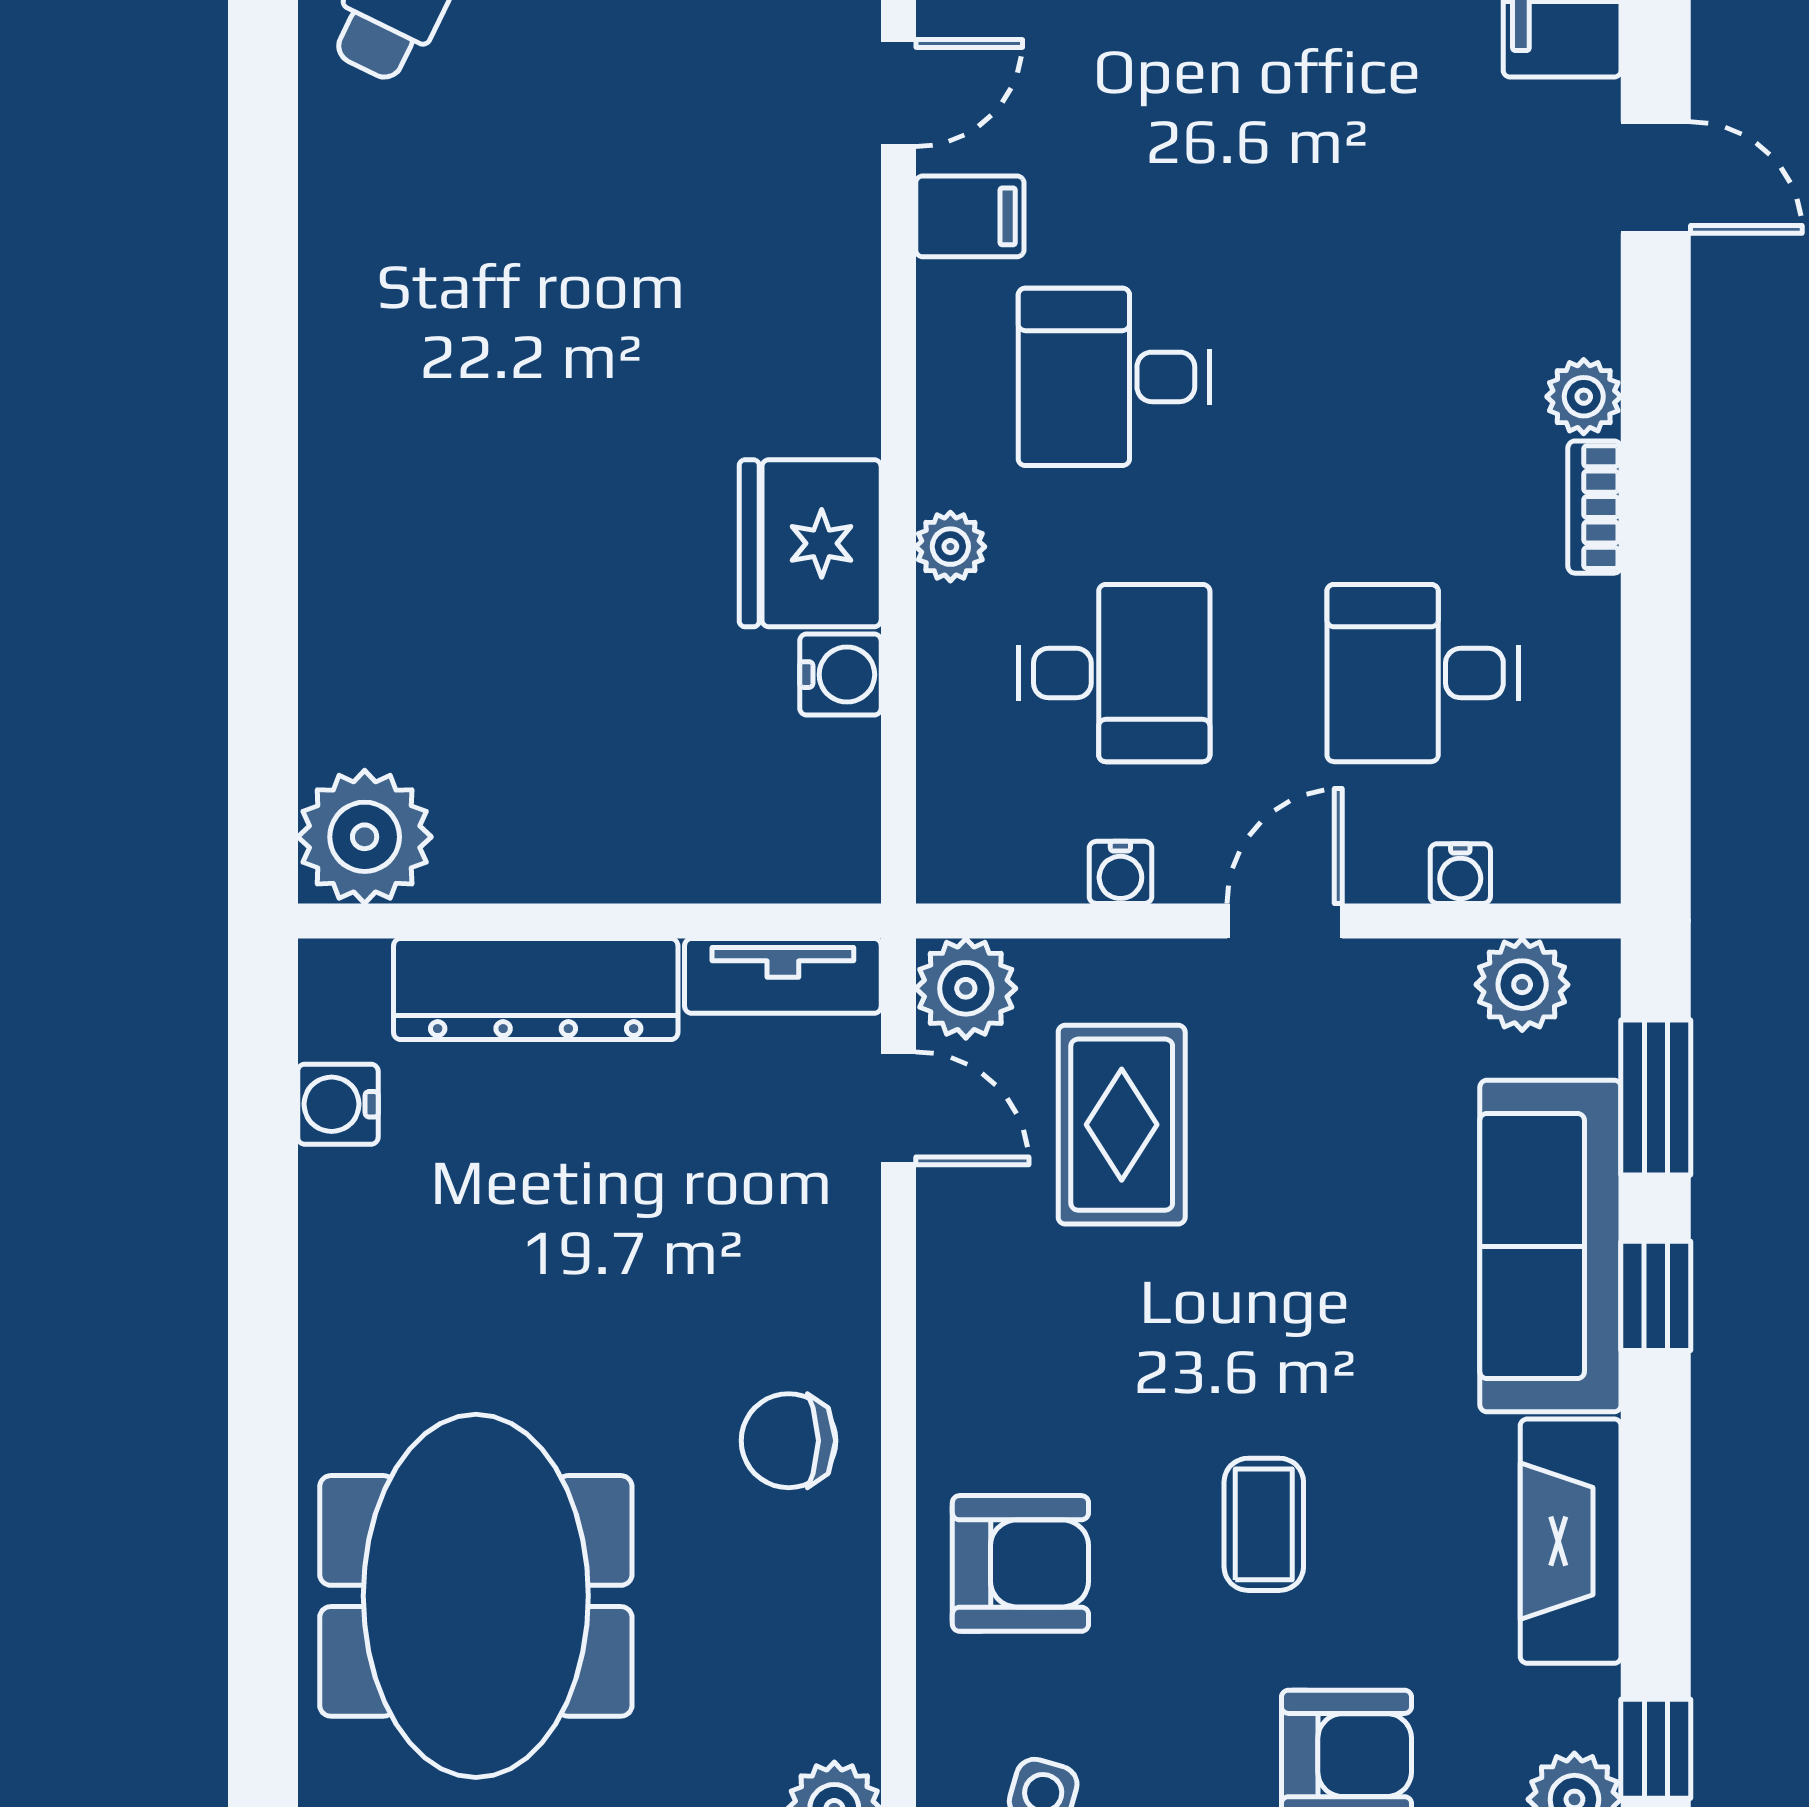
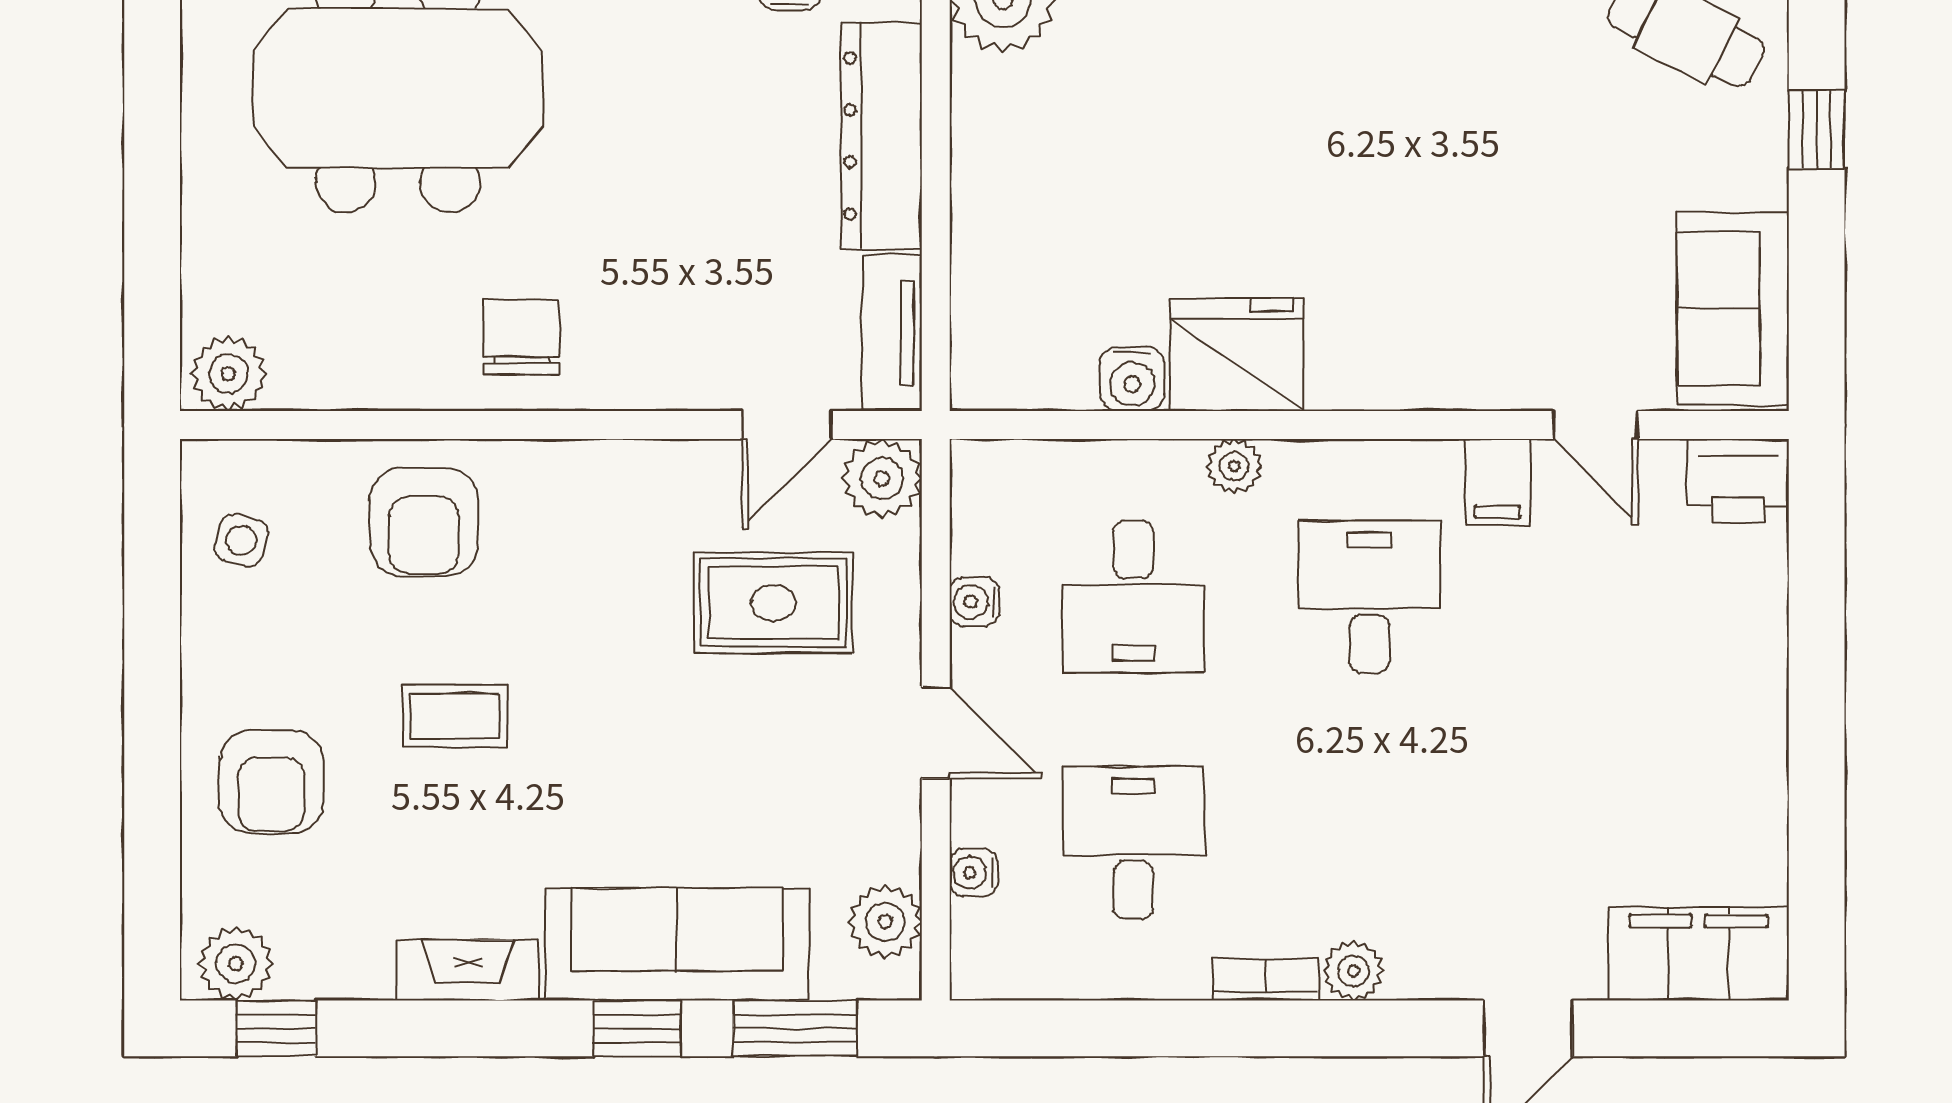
fireplace: (1571, 1541) -> (468, 970), width x0.73, depth x0.76

